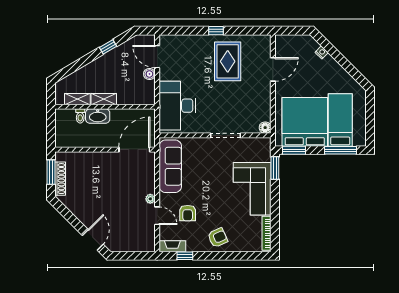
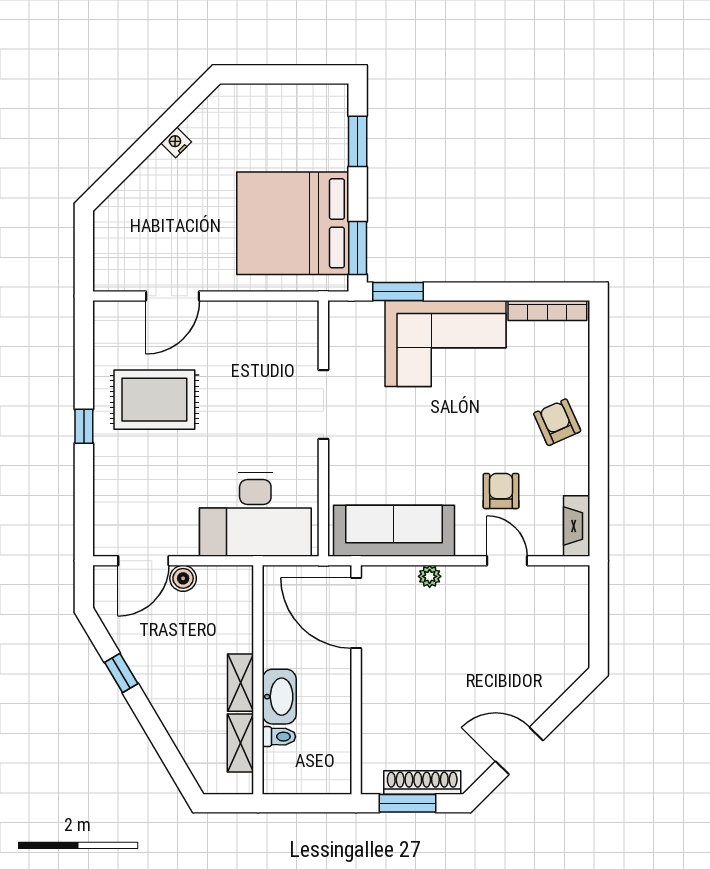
nightstand: (322, 52) -> (176, 142), moved
door: (273, 69) -> (173, 296), swing flipped
bed: (340, 120) -> (288, 142), removed
floor lamp: (265, 128) -> (306, 314), removed
window: (341, 150) -> (358, 141), width x0.69
plant: (150, 199) -> (430, 576), moved
armchair: (188, 213) -> (501, 491), turned -90
door: (157, 216) -> (507, 561), hinge flipped
door: (93, 240) -> (519, 751), moved
window: (185, 256) -> (599, 497), removed

